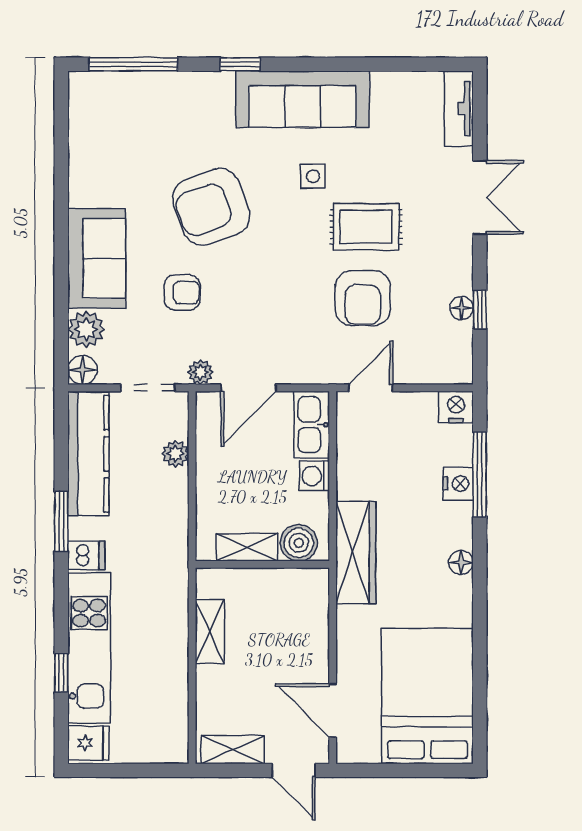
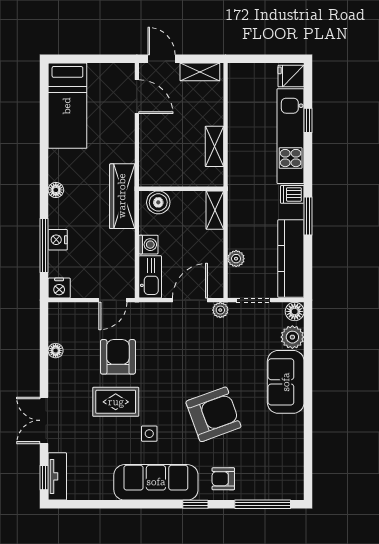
armchair: (182, 292) -> (223, 479), moved
window: (480, 310) -> (44, 478), moved
shelving: (247, 547) -> (215, 210), moved, turned 90
bed: (427, 696) -> (67, 106), width x0.67

